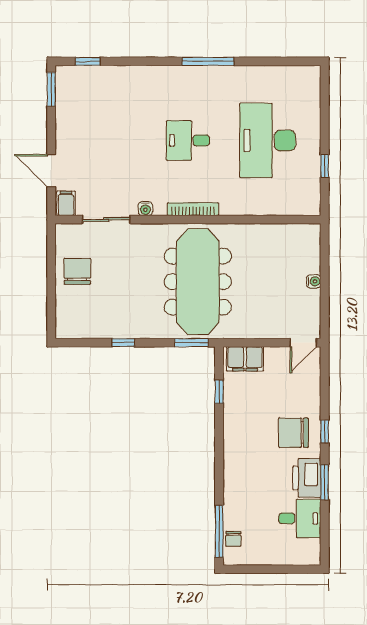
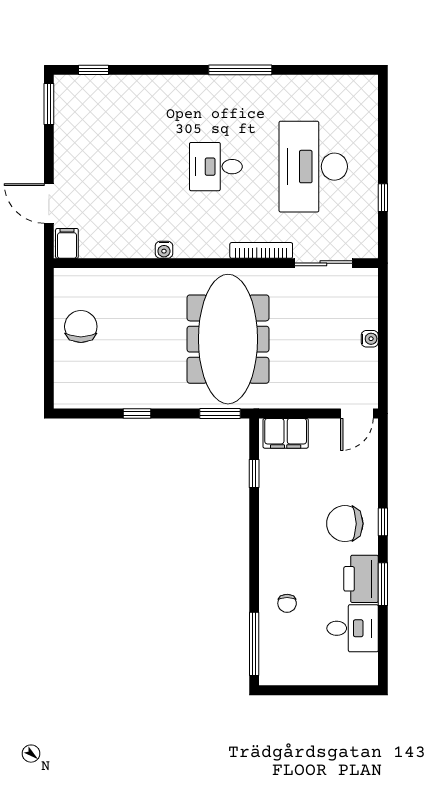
bookcase: (193, 209) -> (261, 250), moved
sliding door: (106, 220) -> (323, 263), moved
chair: (233, 539) -> (287, 603), moved

